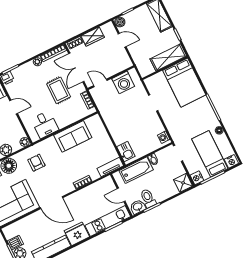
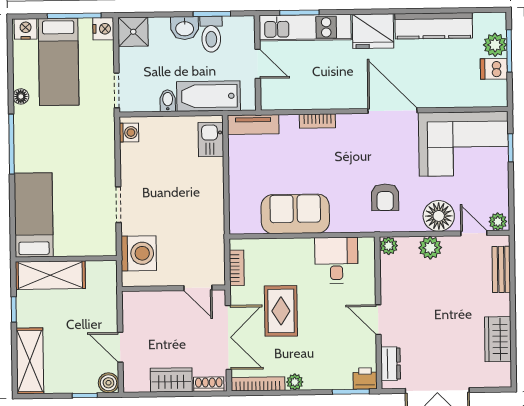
washing machine: (123, 82) -> (139, 253), moved, turned 90
bed: (184, 83) -> (34, 215), width x0.67
washbasin: (138, 207) -> (185, 28), moved

